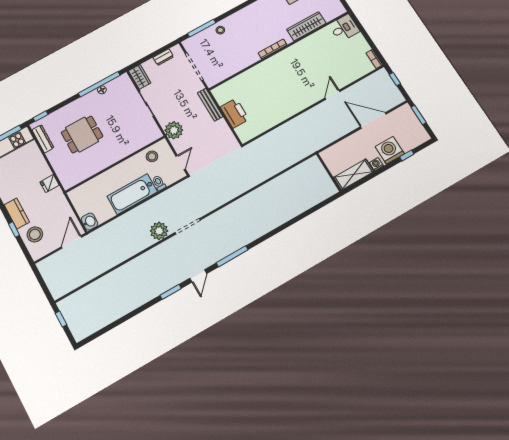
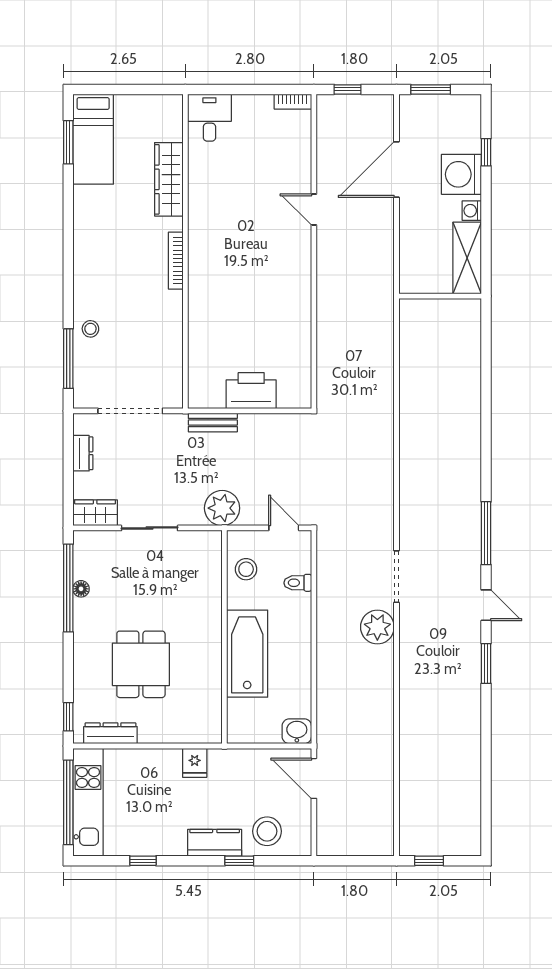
bench: (210, 105) -> (213, 423), width x0.73
bathtub: (132, 194) -> (247, 654), moved, turned 180

